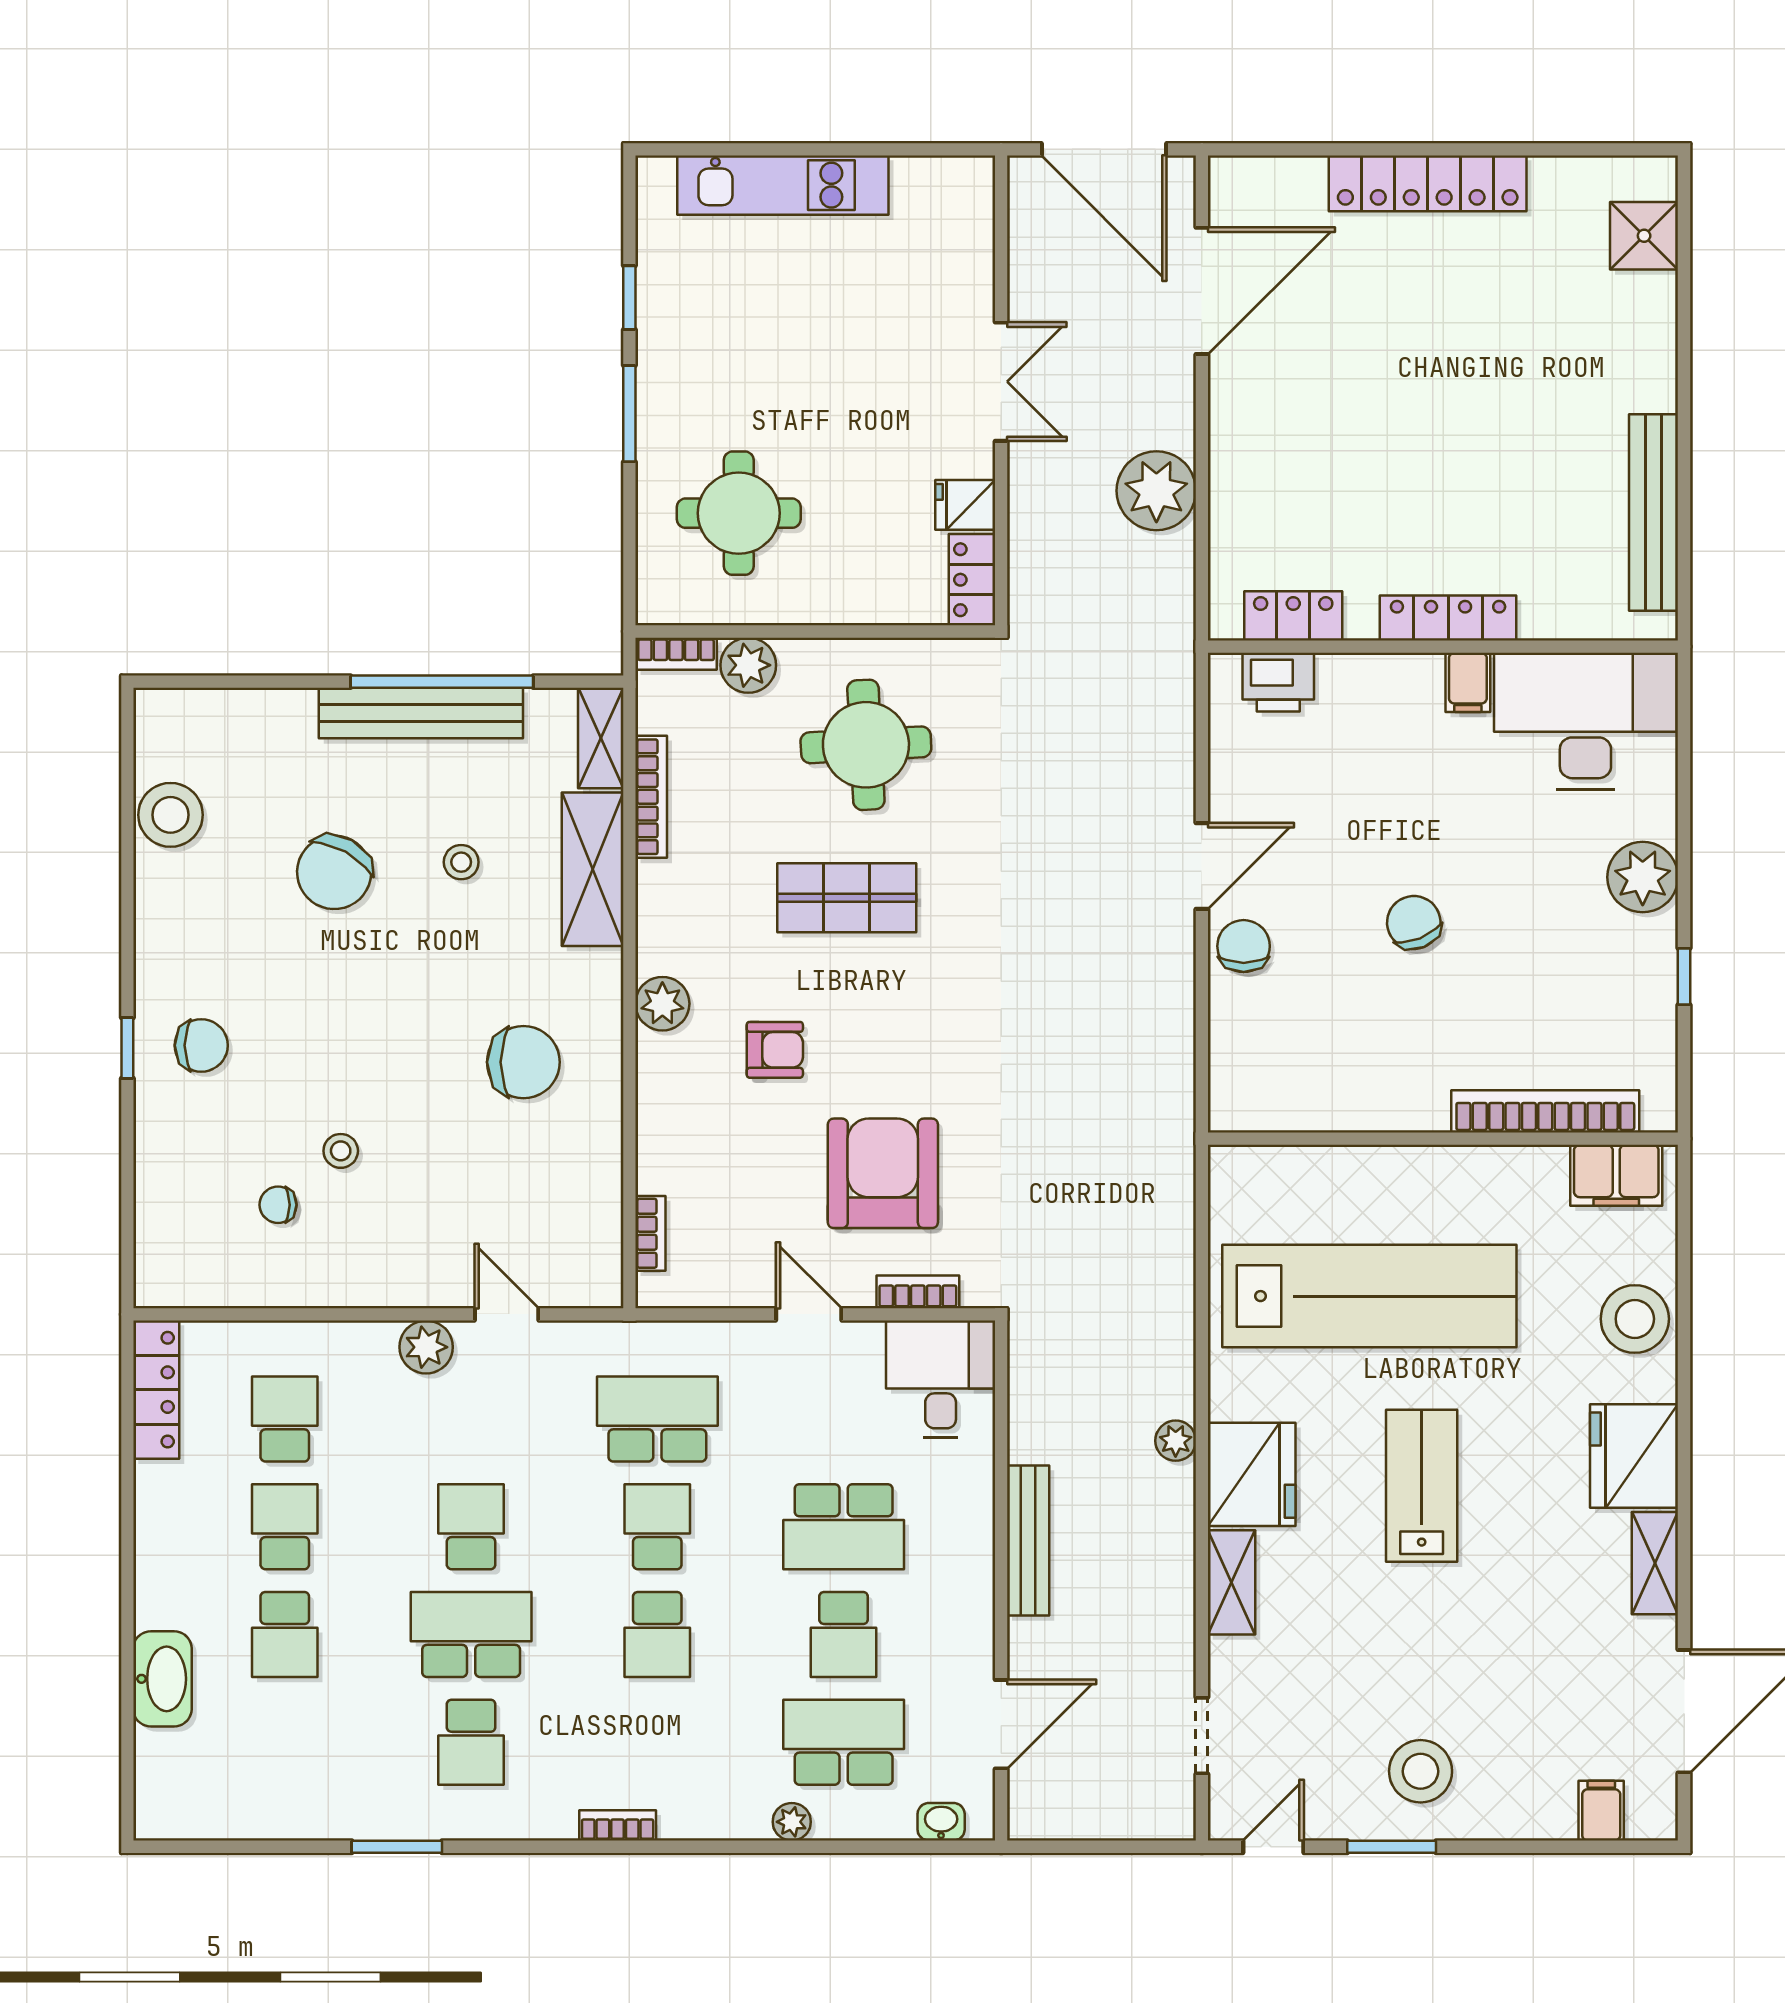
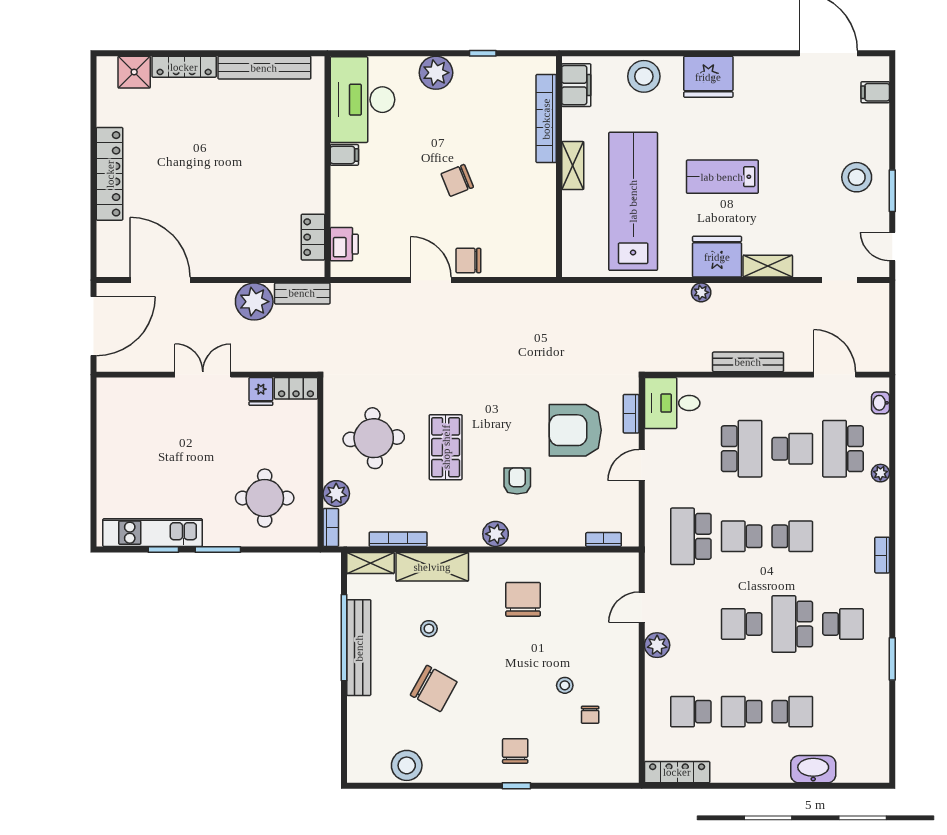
kitchen unit: (783, 185) -> (153, 533), moved, turned -90
bench: (1173, 593) -> (302, 293), added
locker: (1448, 618) -> (184, 67), moved, turned -90
shelving: (1655, 1563) -> (573, 166), moved, turned 90

